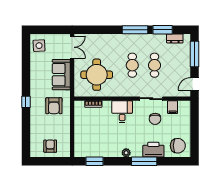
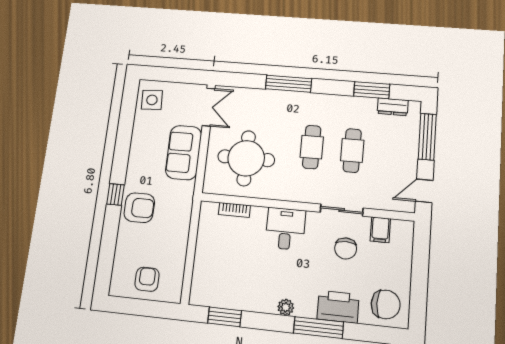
window: (135, 30) -> (288, 84), moved
armchair: (54, 106) -> (139, 208), moved, turned -90

